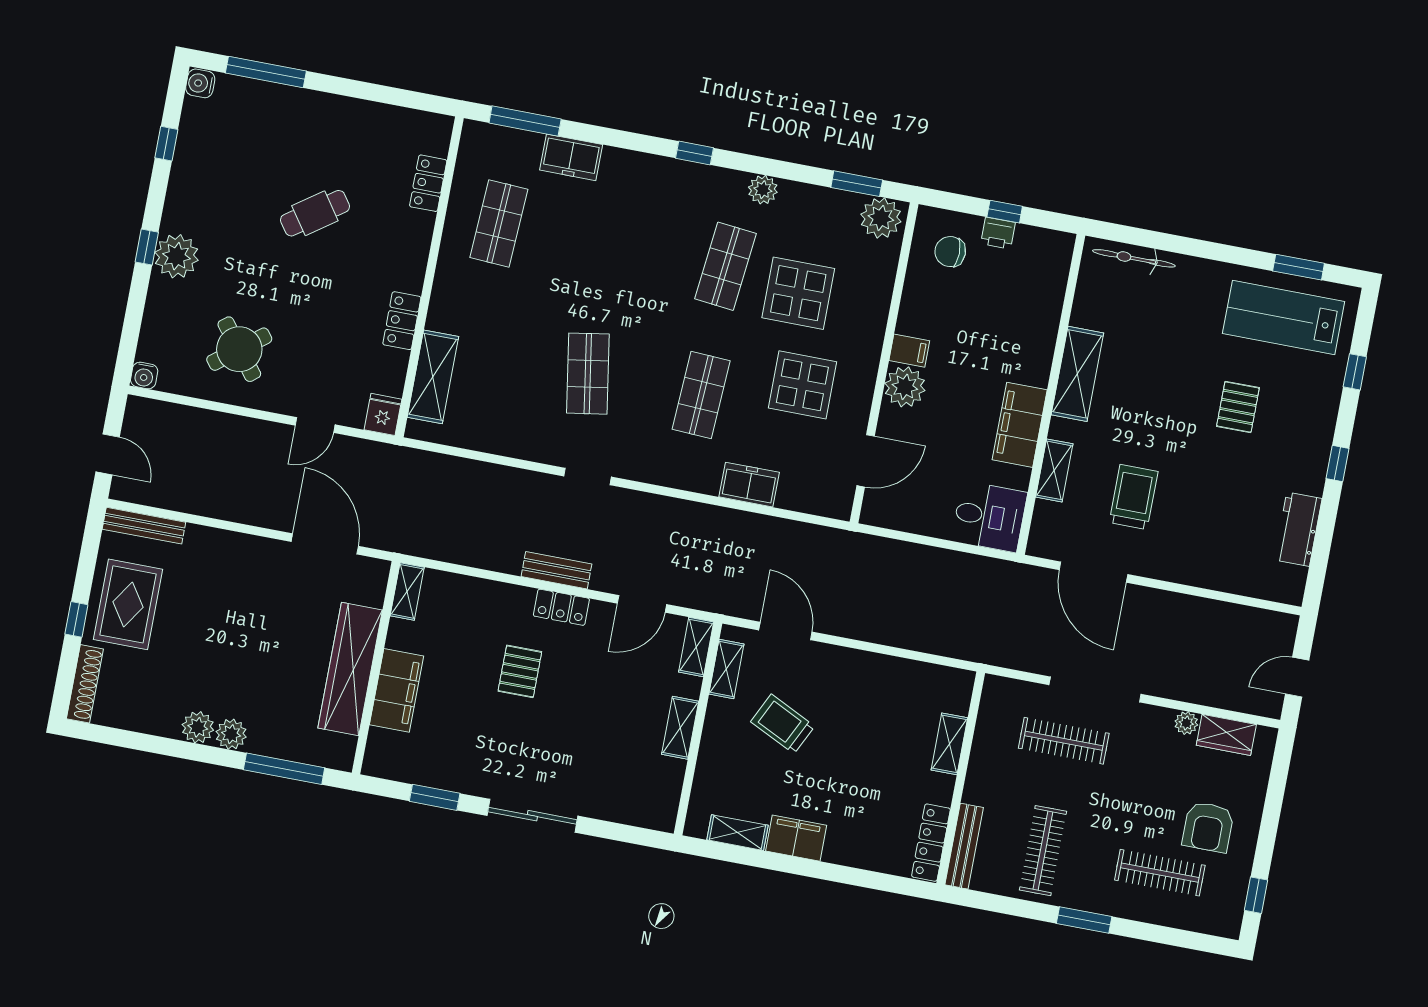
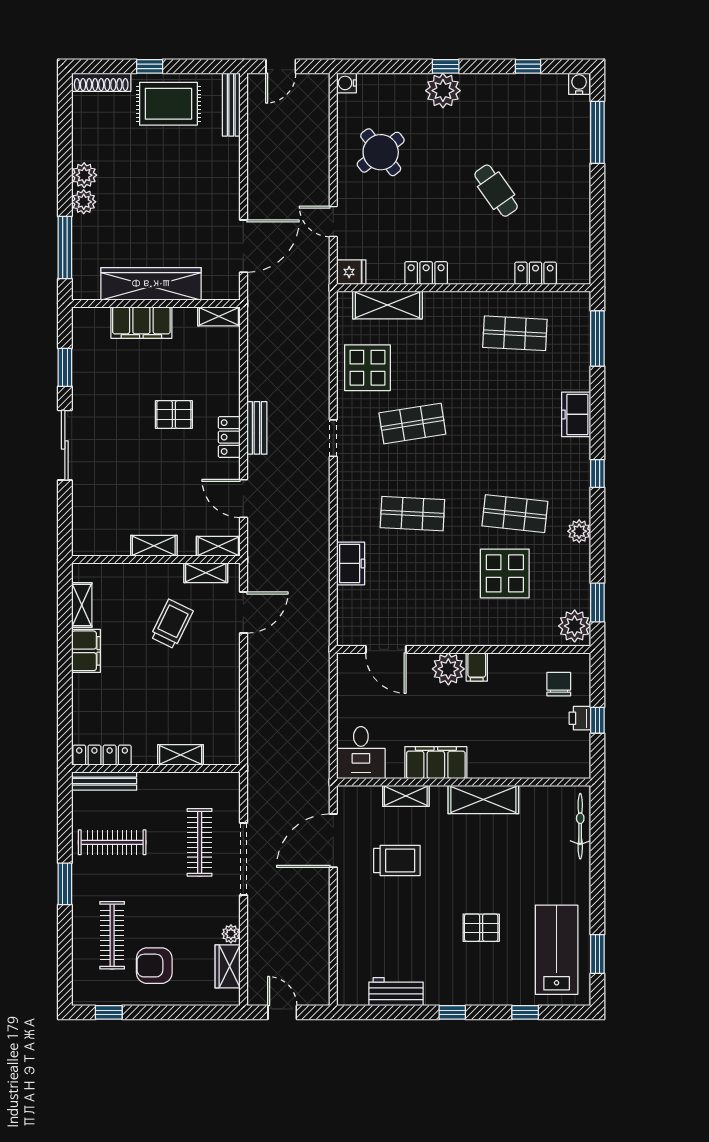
freezer: (571, 157) -> (576, 414), moved
display table: (802, 385) -> (367, 368), moved

